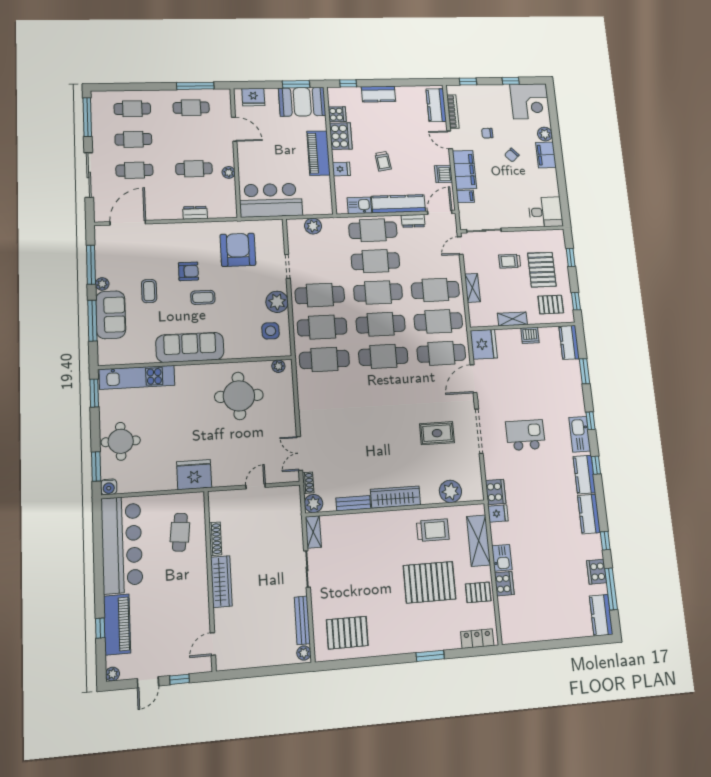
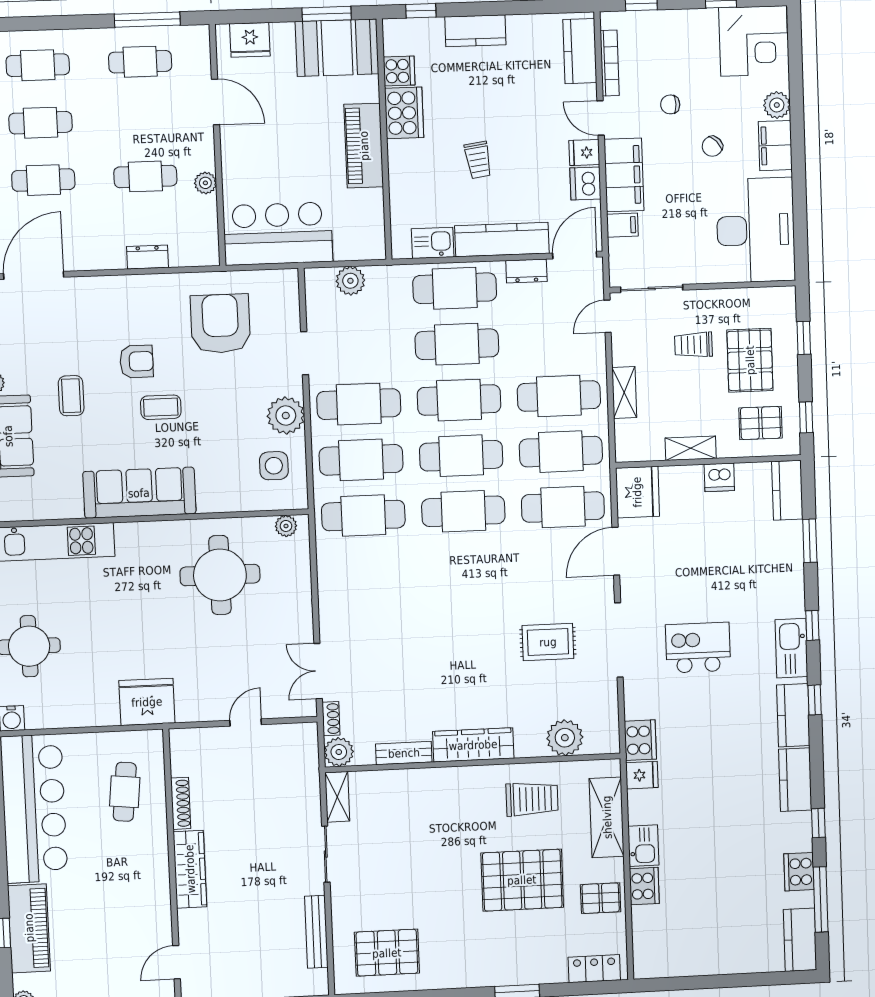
fridge: (341, 169) -> (584, 153), moved, turned 180
desk: (545, 212) -> (756, 230), width x1.87, depth x1.30
plant: (304, 653) -> (318, 981), removed

